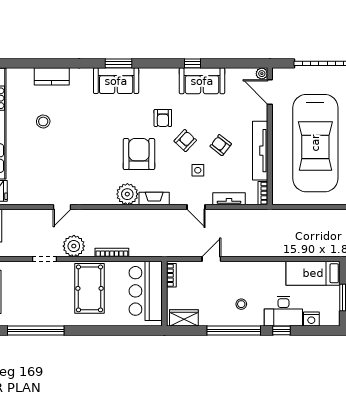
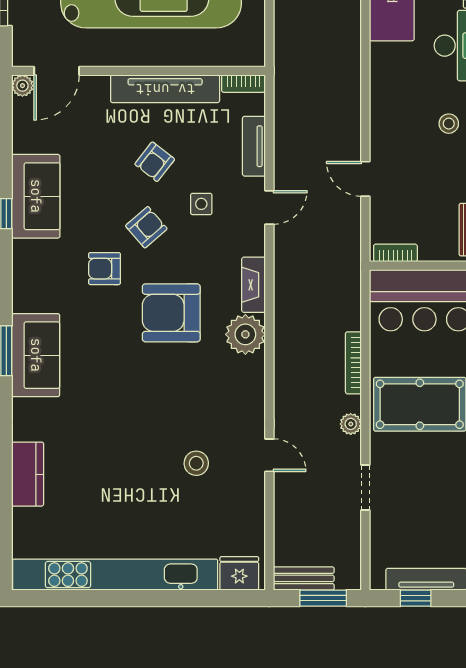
armchair: (163, 118) -> (104, 269), turned 180
stool: (43, 121) -> (196, 463), moved
armchair: (185, 141) -> (146, 227), turned 96
plant: (74, 246) -> (351, 424), width x0.53, depth x0.53

